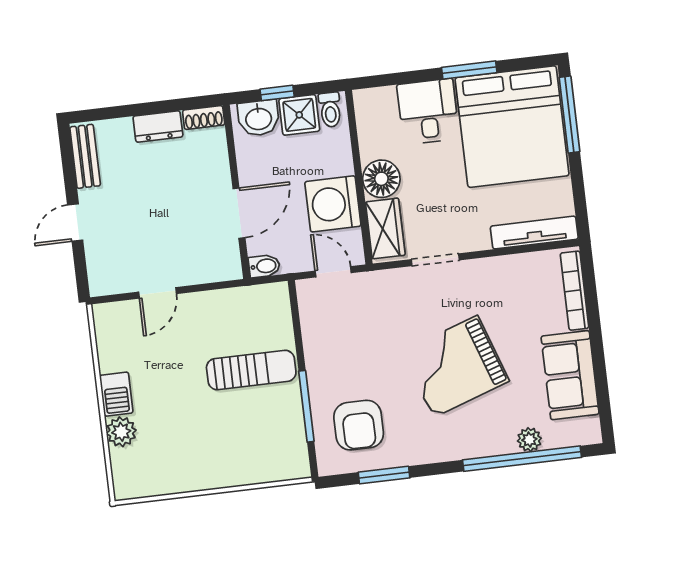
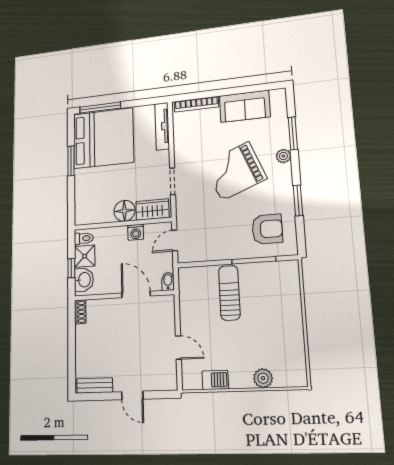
desk: (428, 112) -> (91, 184), removed
dresser: (158, 126) -> (82, 339), removed
washing machine: (333, 204) -> (136, 232), width x0.53, depth x0.53
grand piano: (455, 366) -> (235, 171), turned 87
barbecue: (116, 394) -> (215, 380), moved
plant: (529, 440) -> (283, 156), moved
window: (522, 459) -> (293, 133), width x0.47
window: (384, 475) -> (298, 200), moved

